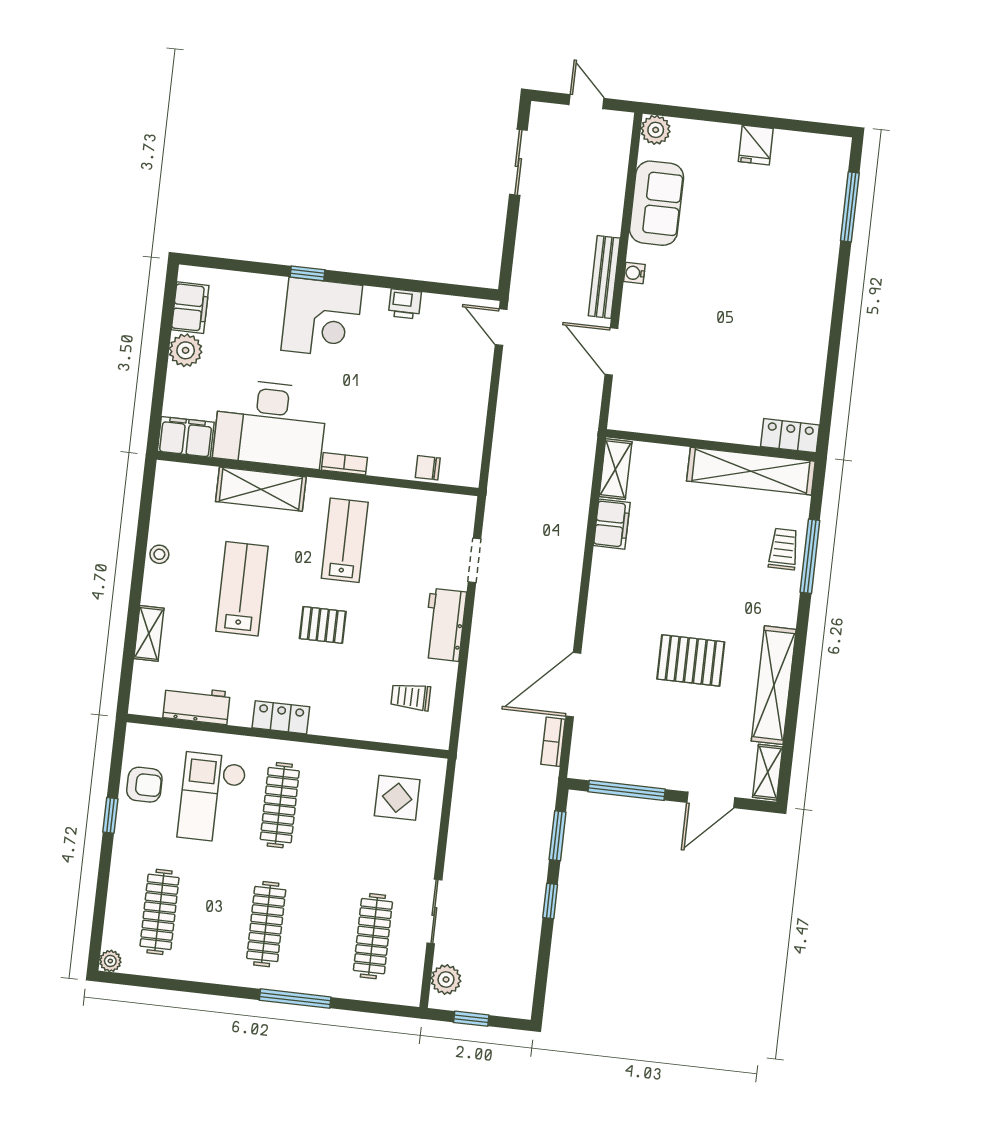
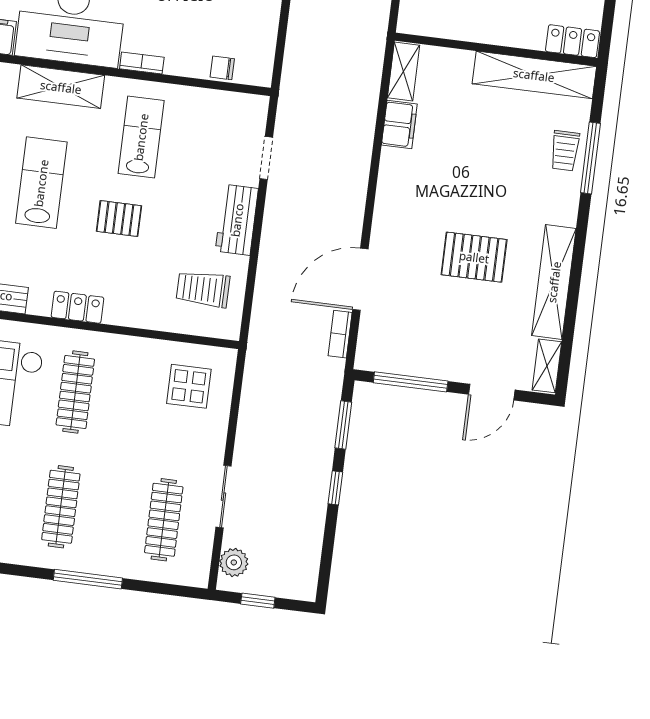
trolley: (783, 549) -> (565, 151), turned 180
trolley: (411, 697) -> (203, 289), width x1.36, depth x1.39

